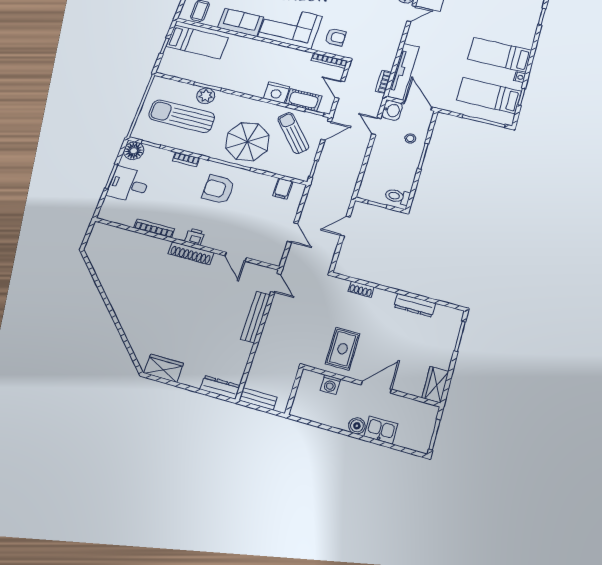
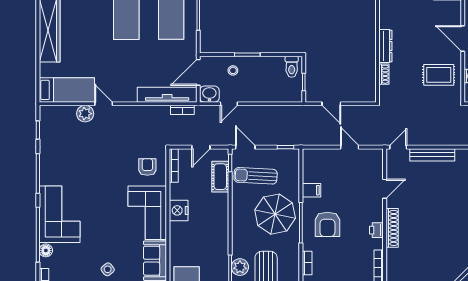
nightstand: (276, 93) -> (179, 210), moved, turned 180
sun lounger: (293, 133) -> (256, 176), turned 44
filing cabinet: (283, 189) -> (311, 190), moved
door: (293, 233) -> (350, 147), hinge flipped
dresser: (415, 305) -> (385, 46), moved

